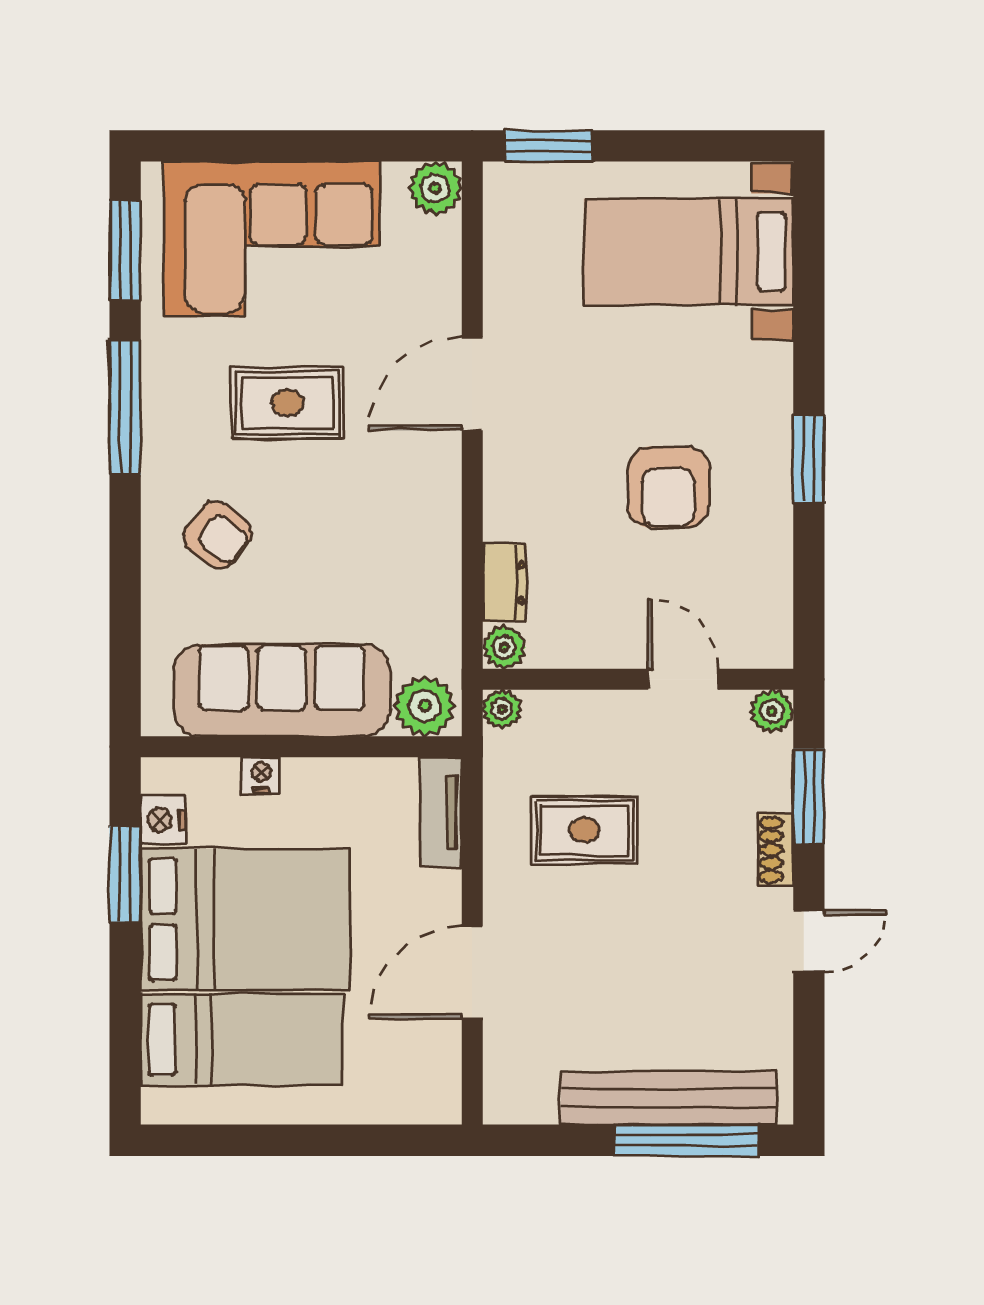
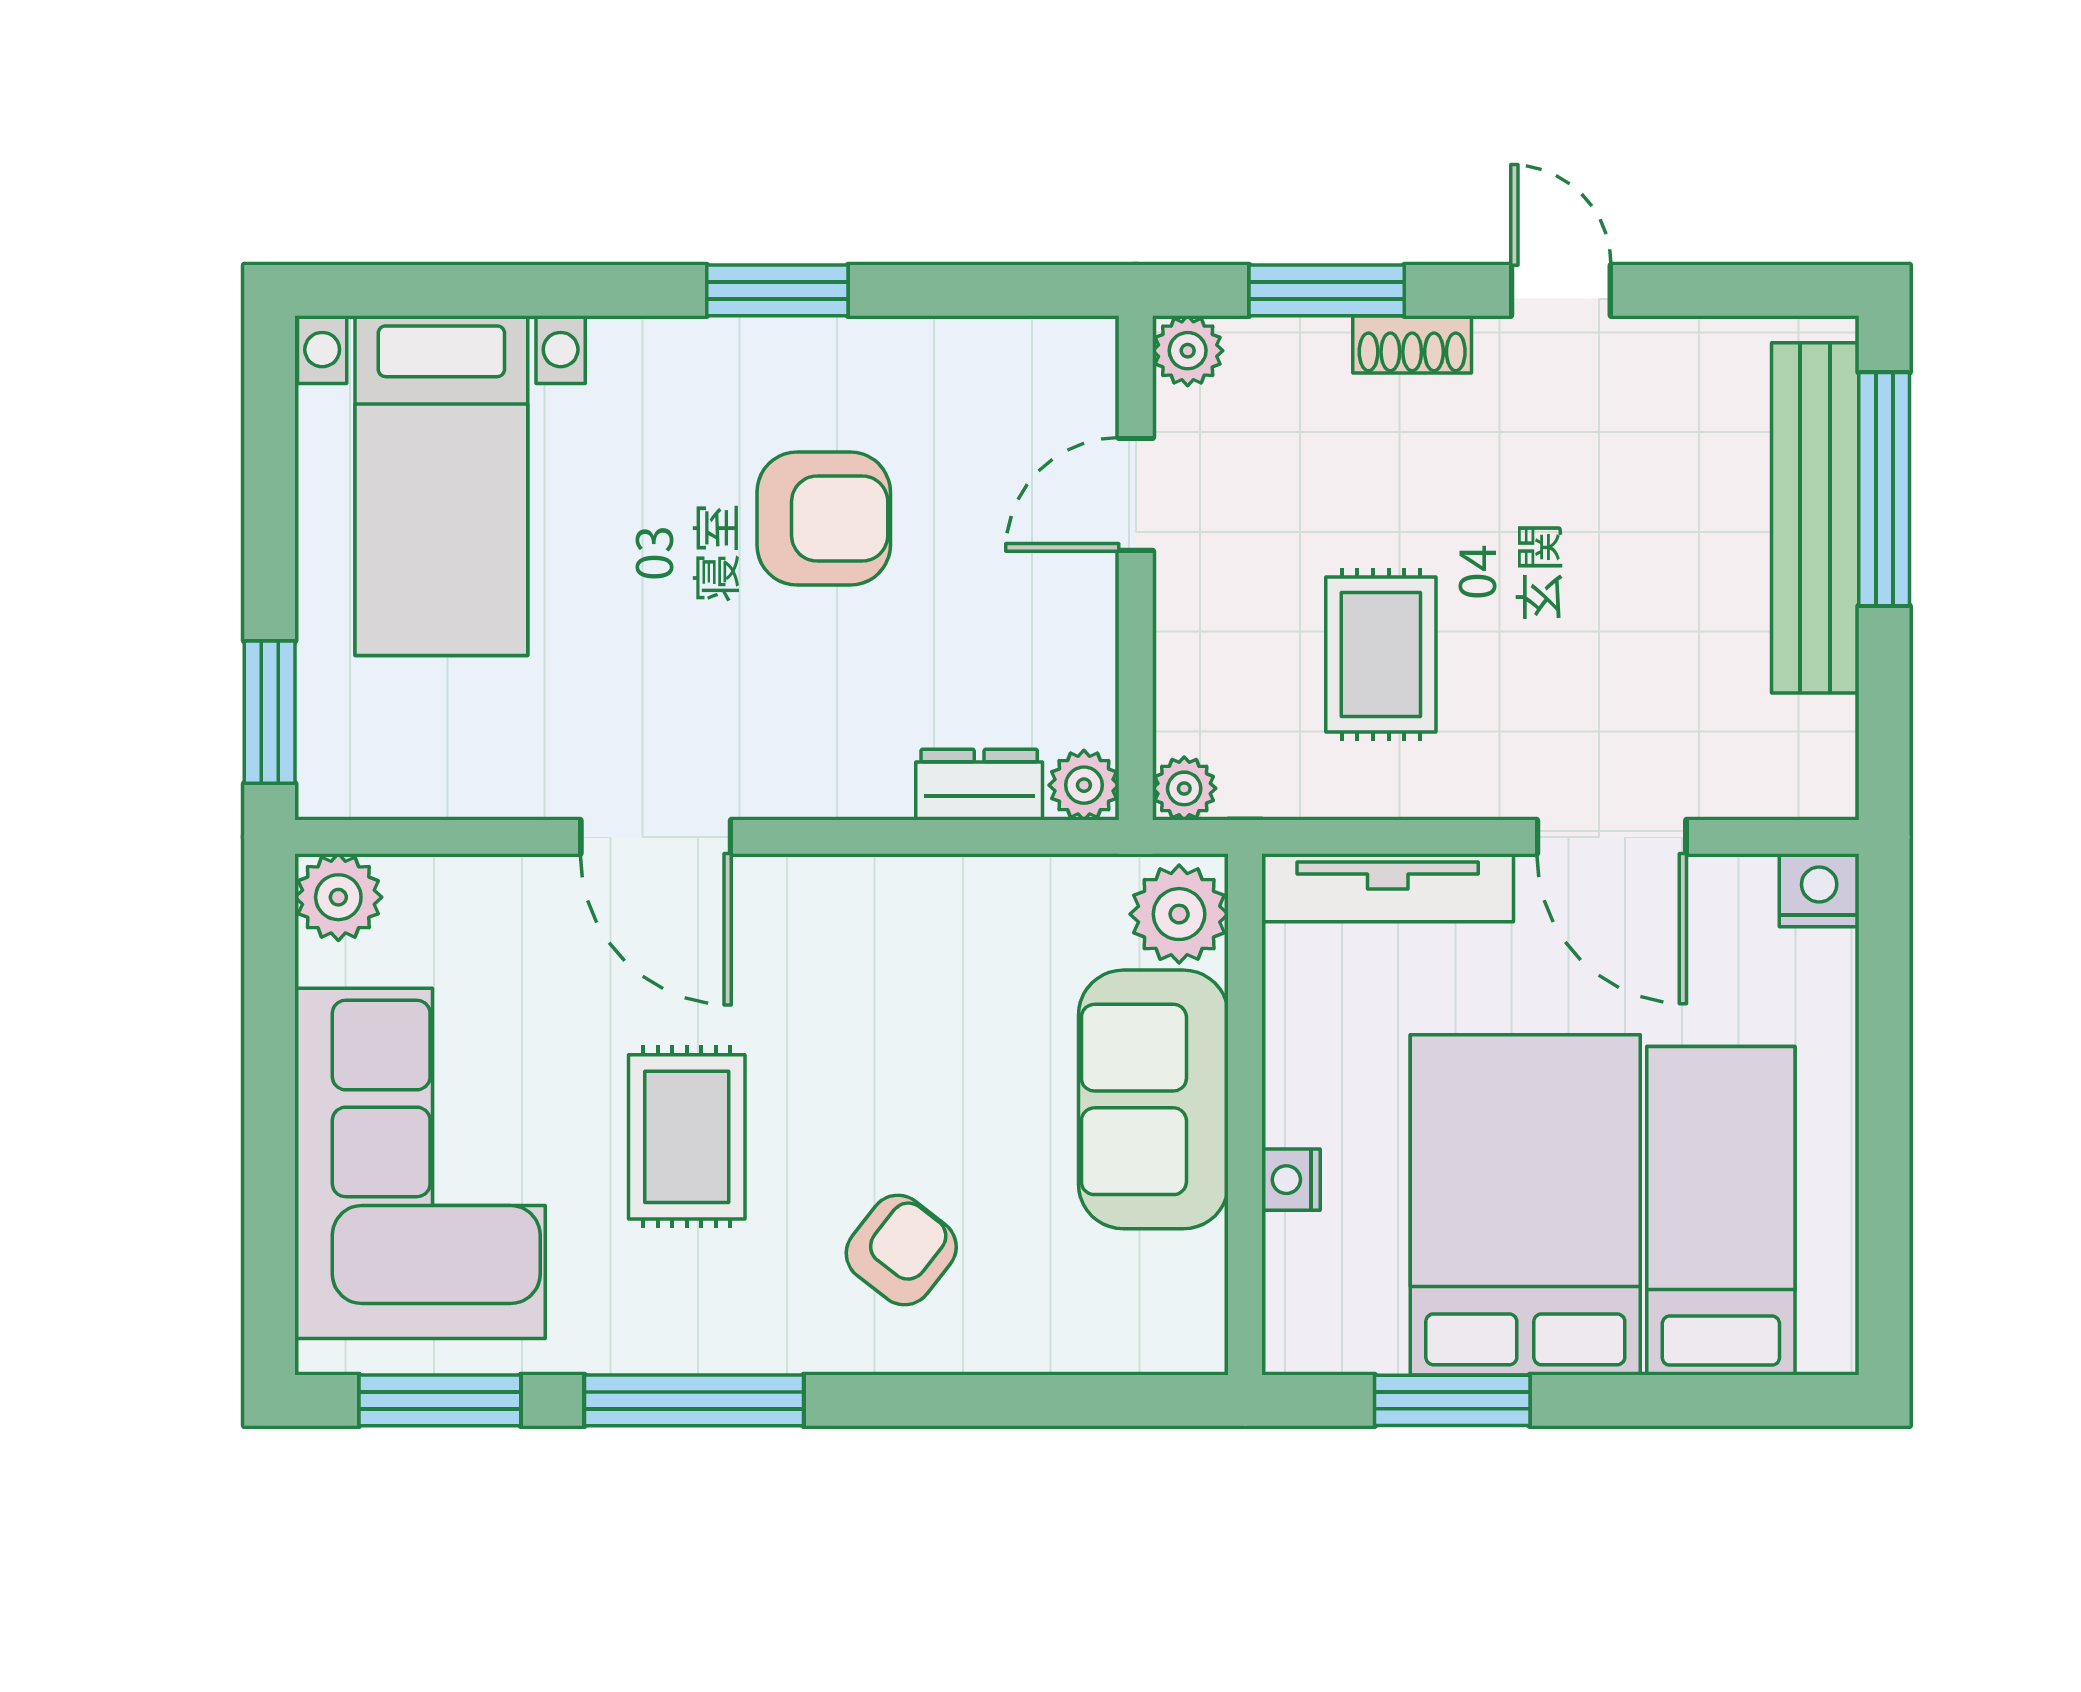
sofa: (282, 690) -> (1153, 1099), width x0.73
tv unit: (441, 812) -> (1388, 888), width x1.41
nightstand: (163, 820) -> (1819, 890), moved, turned 180

